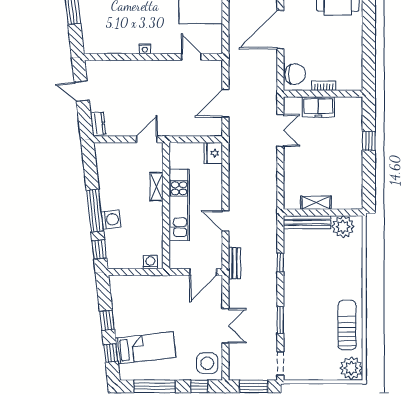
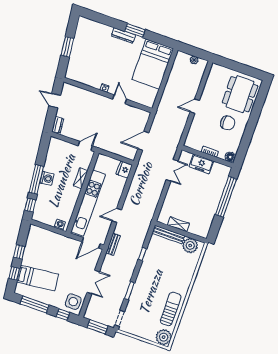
door: (280, 30) -> (195, 106), width x0.53
door: (191, 57) -> (120, 99), moved
chair: (295, 74) -> (228, 123), moved
floor lamp: (355, 83) -> (230, 157), added
window: (369, 141) -> (226, 197), width x3.17
kitchen unit: (179, 205) -> (88, 203), width x1.36
washing machine: (111, 219) -> (47, 178), moved
door: (225, 221) -> (117, 215), hinge flipped

